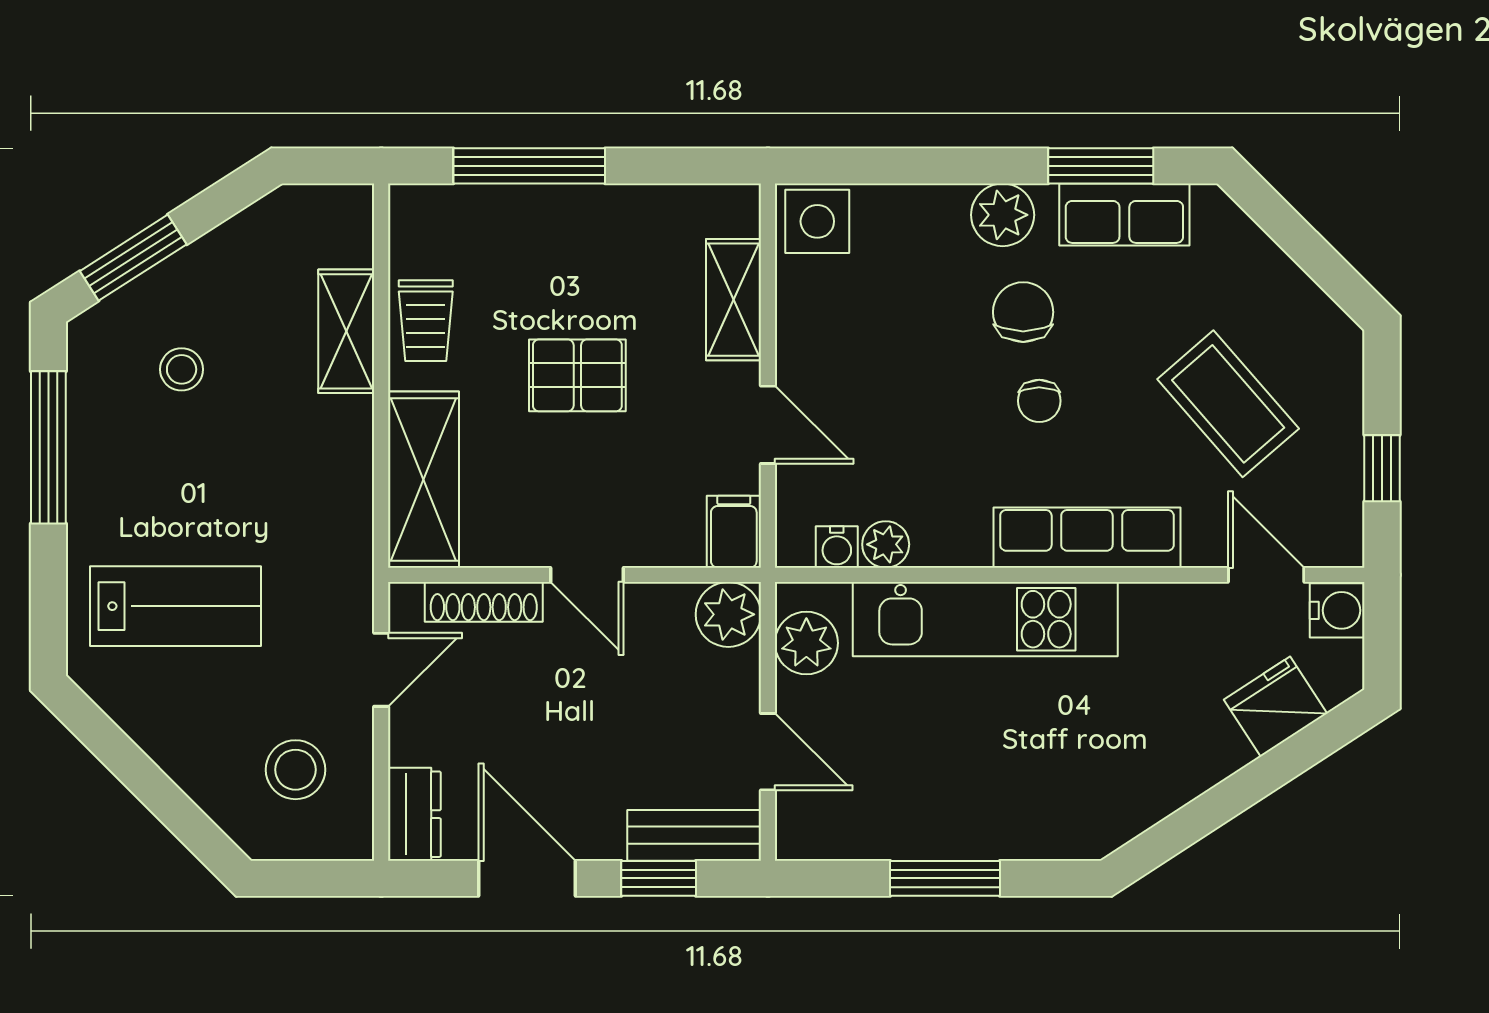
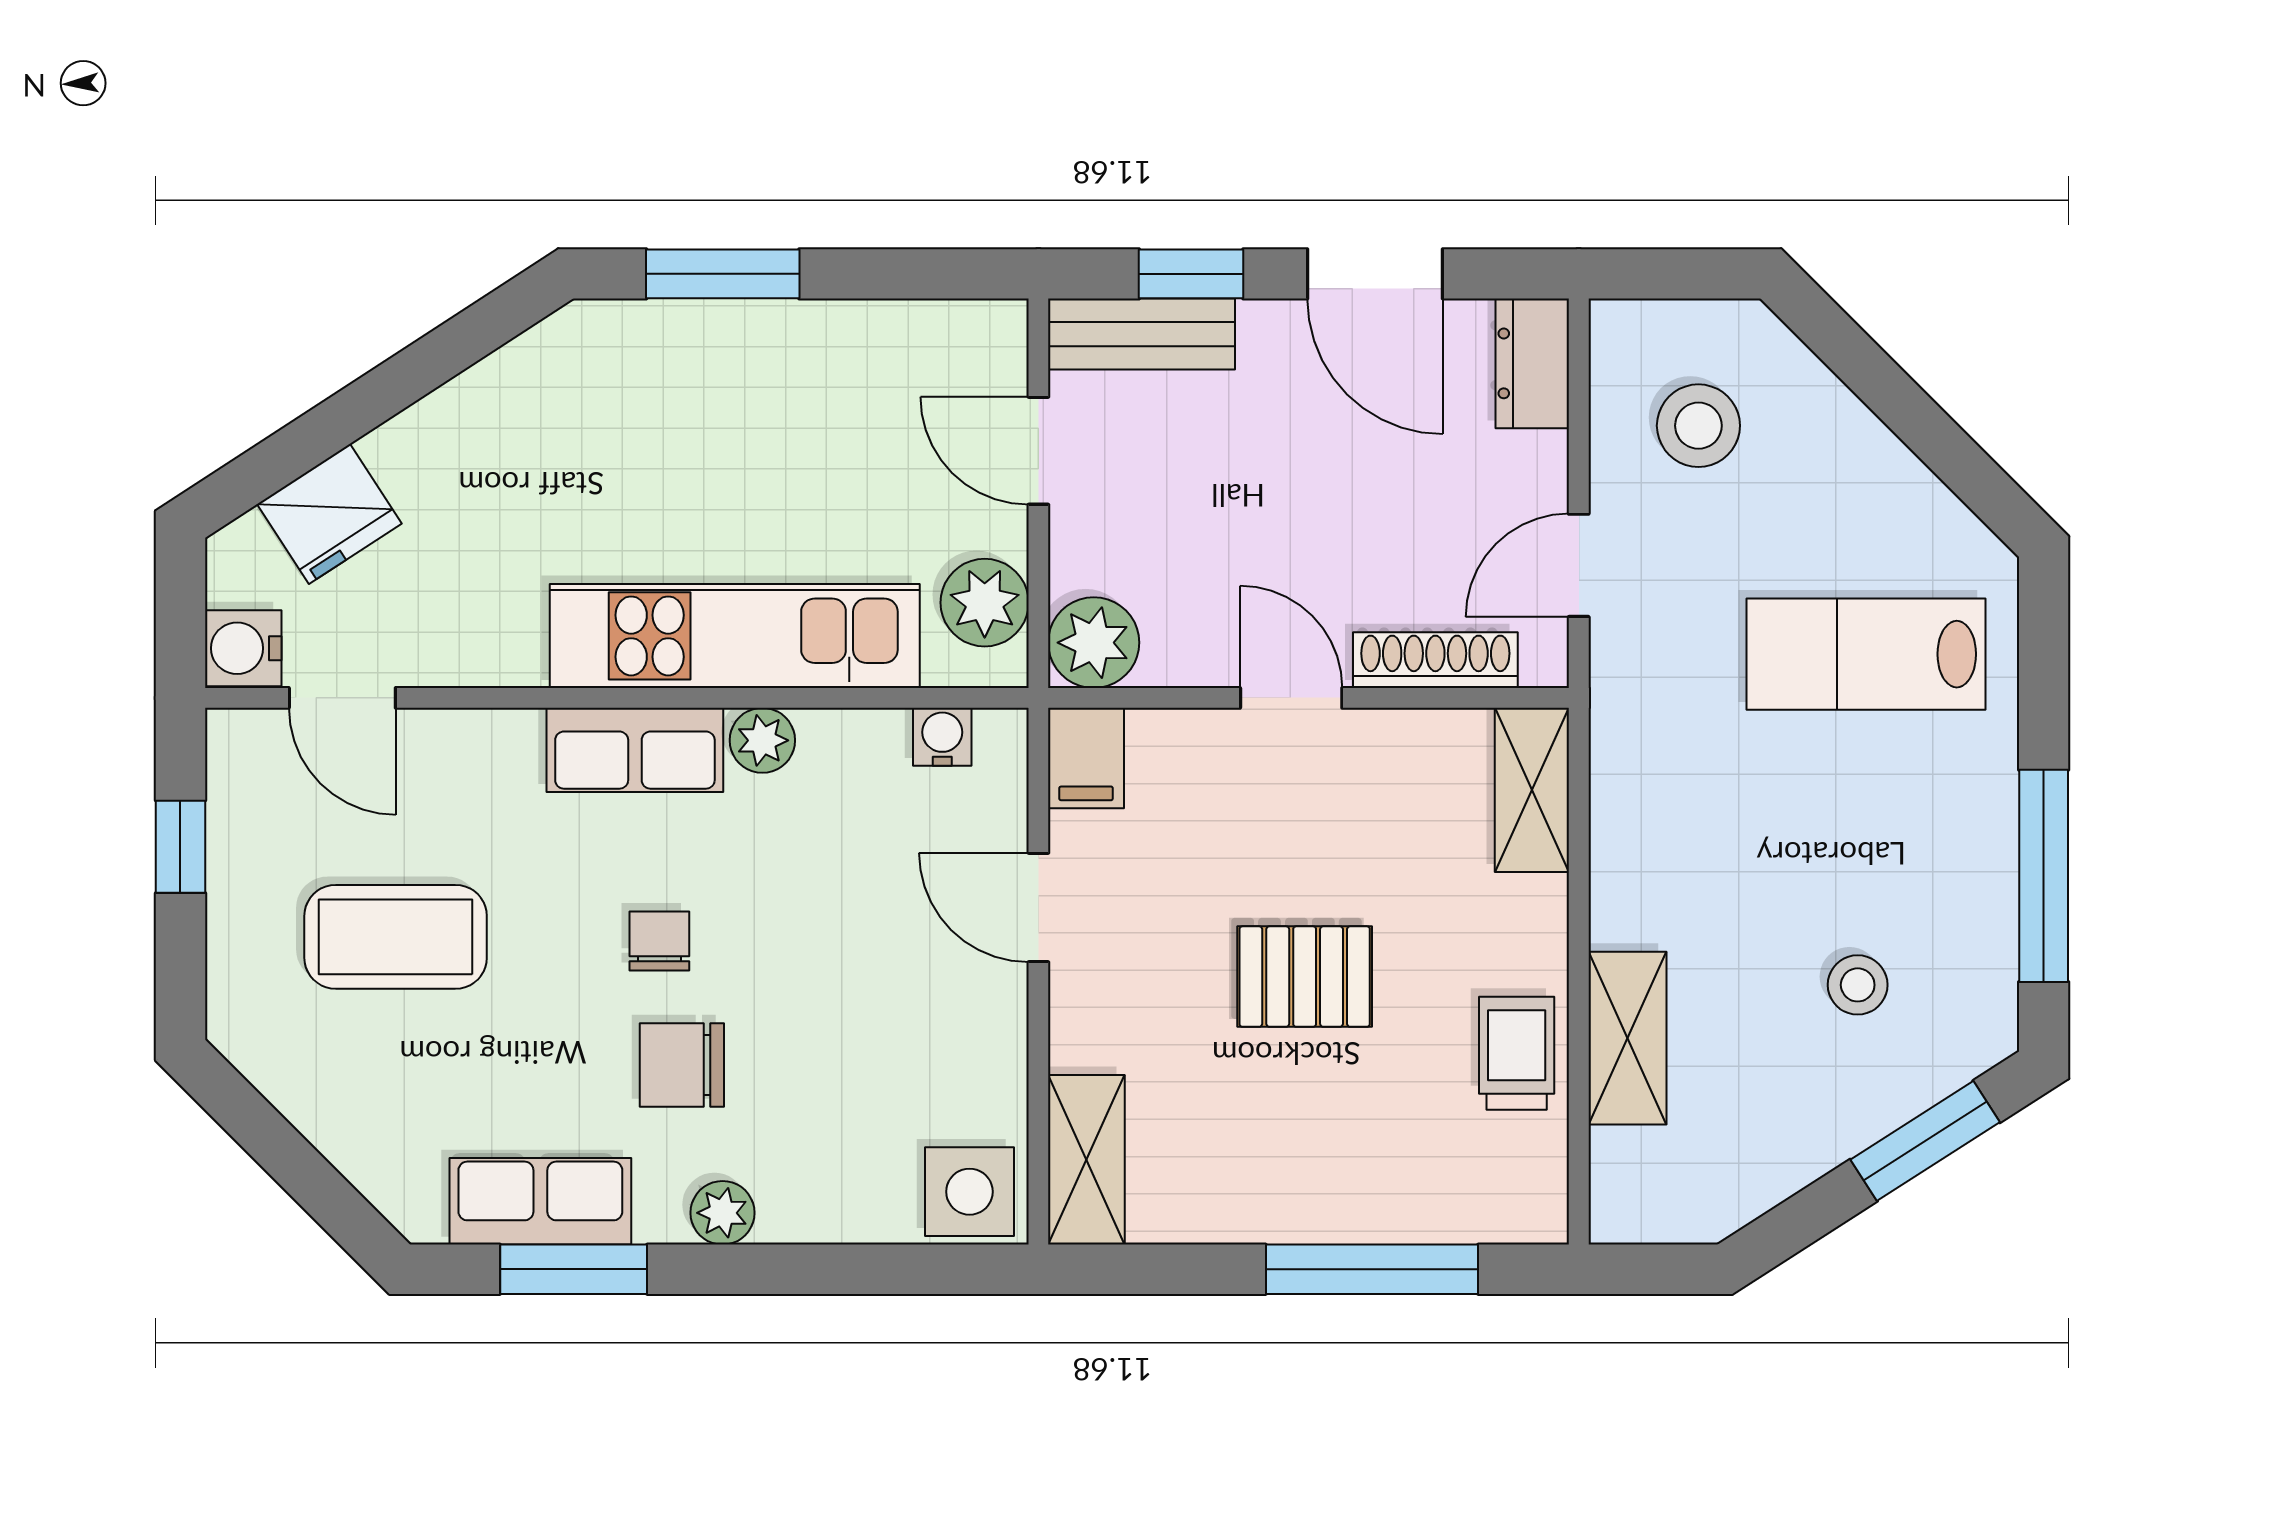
plant: (1003, 215) -> (723, 1213), width x0.73, depth x0.73
shelving: (734, 300) -> (1086, 1160), moved
chair: (1023, 312) -> (682, 1065), turned 90
coffee table: (1228, 404) -> (396, 937), turned -49
shelving: (424, 480) -> (1532, 790), width x0.67, depth x0.75
row of seats: (1087, 538) -> (635, 750), width x0.68
plant: (886, 544) -> (762, 740), moved
window: (945, 878) -> (723, 274), moved

